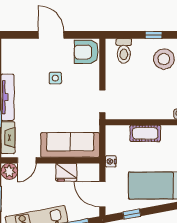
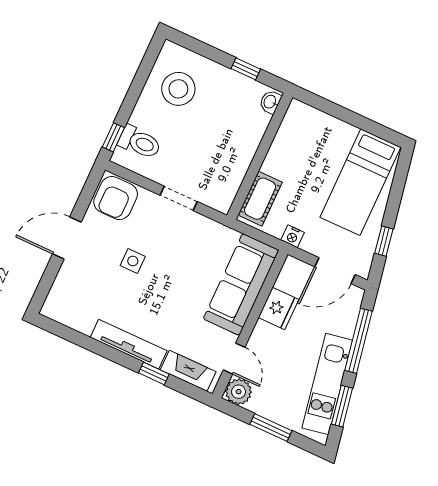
window: (153, 35) -> (113, 137), moved
doorway: (102, 101) -> (179, 198), moved
cot: (145, 133) -> (260, 199), moved

